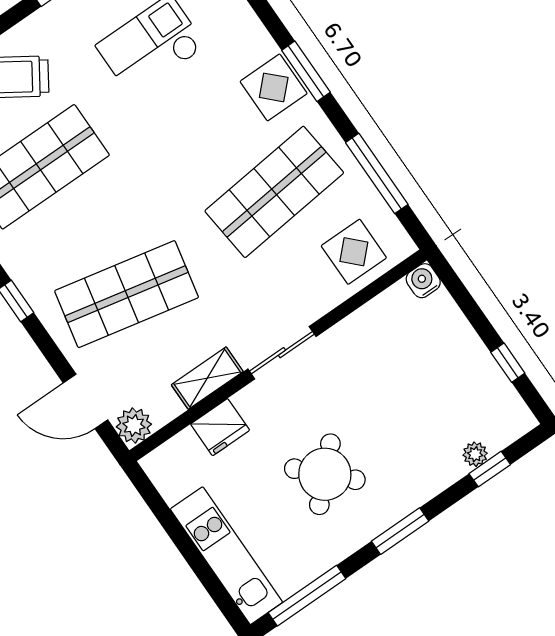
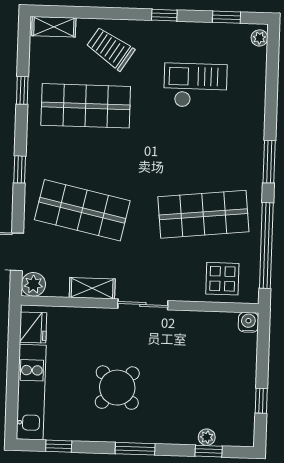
display table: (274, 87) -> (245, 157), removed
window: (377, 173) -> (266, 246), width x1.46
fridge: (220, 427) -> (33, 328), moved, turned -90
window: (307, 596) -> (59, 446), width x0.46

